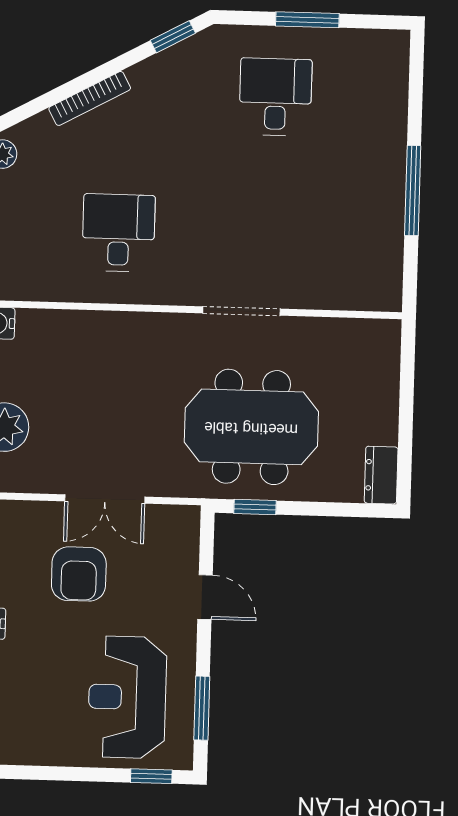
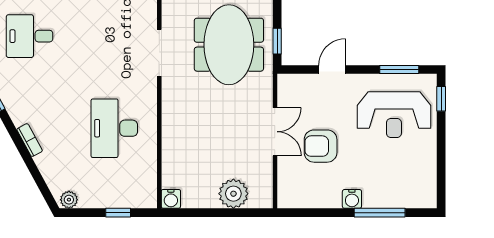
bookcase: (90, 98) -> (30, 140), width x0.64
desk: (119, 233) -> (114, 128), width x1.37
armchair: (79, 574) -> (321, 146), turned 180

